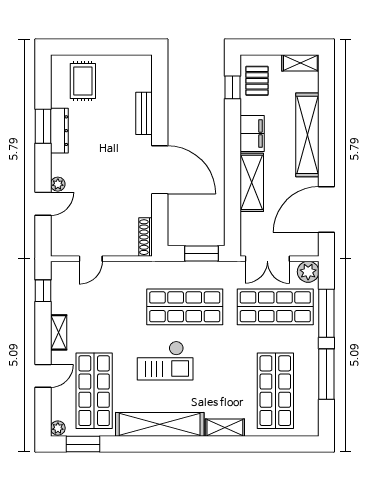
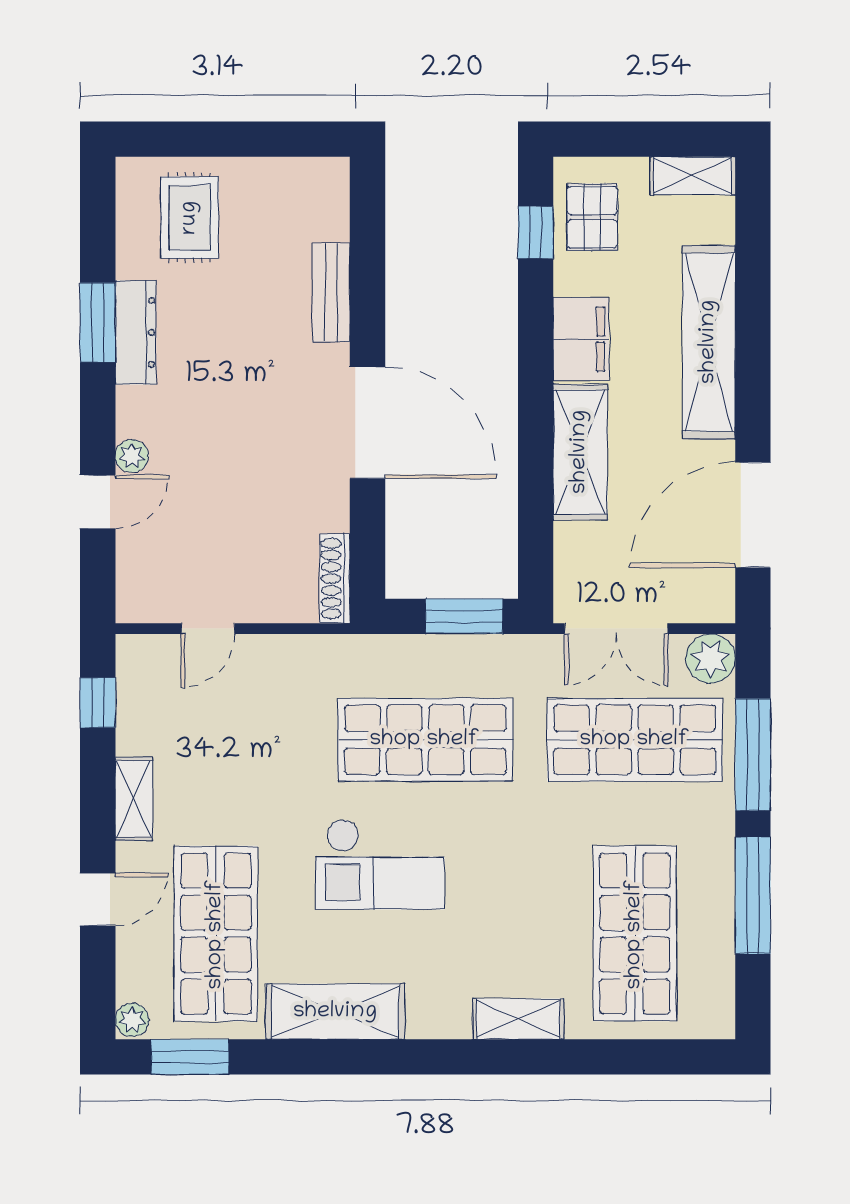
shelving: (160, 424) -> (335, 1012), width x0.68

